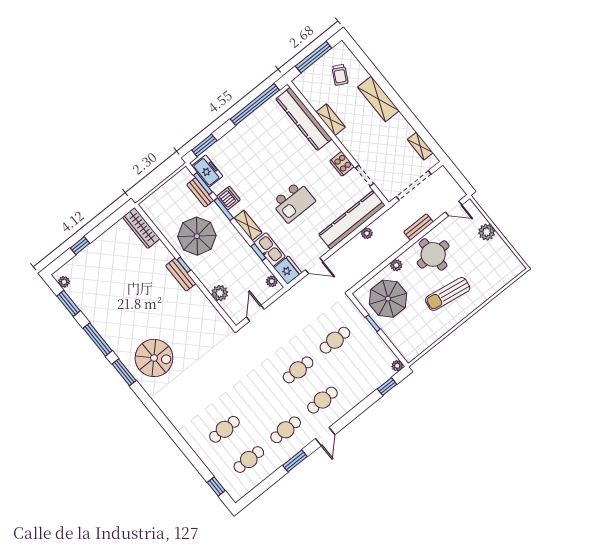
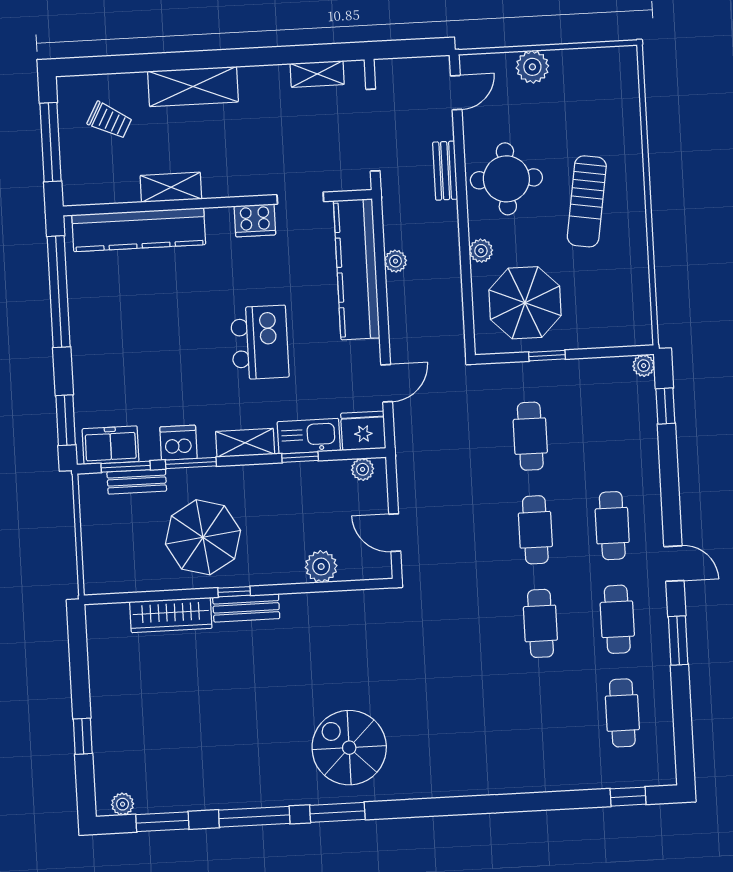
wardrobe: (141, 228) -> (171, 615), moved
spiral stairs: (154, 358) -> (349, 748), turned -90
cafe table: (224, 429) -> (540, 623), moved

